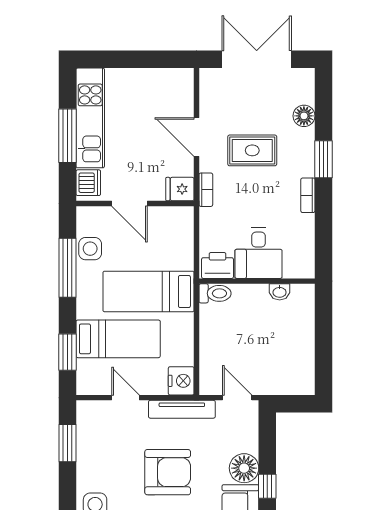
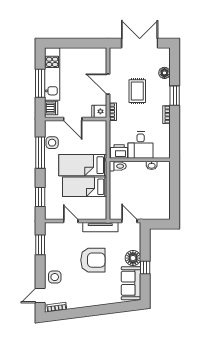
rug: (252, 150) -> (137, 91), turned 90
bed: (118, 339) -> (85, 187), moved, turned 180
nightstand: (181, 381) -> (100, 212), removed

